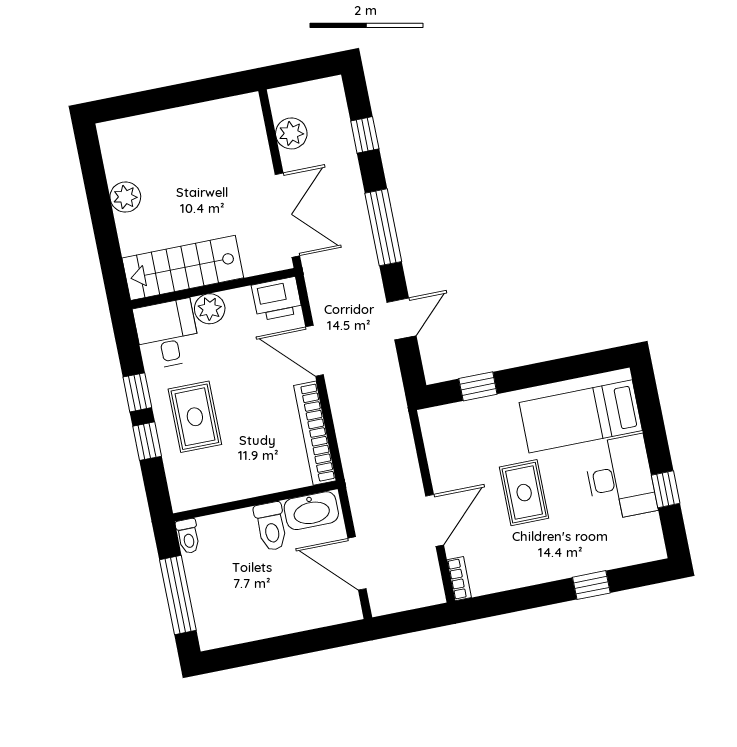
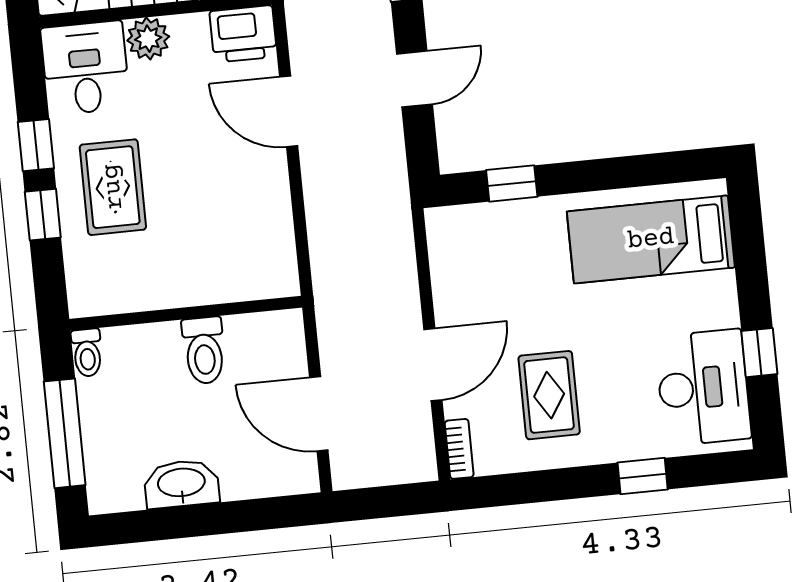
bookcase: (315, 433) -> (278, 226), removed
desk: (620, 478) -> (703, 388), moved
rug: (524, 493) -> (549, 395), moved
washbasin: (311, 511) -> (181, 484), moved, turned 180

